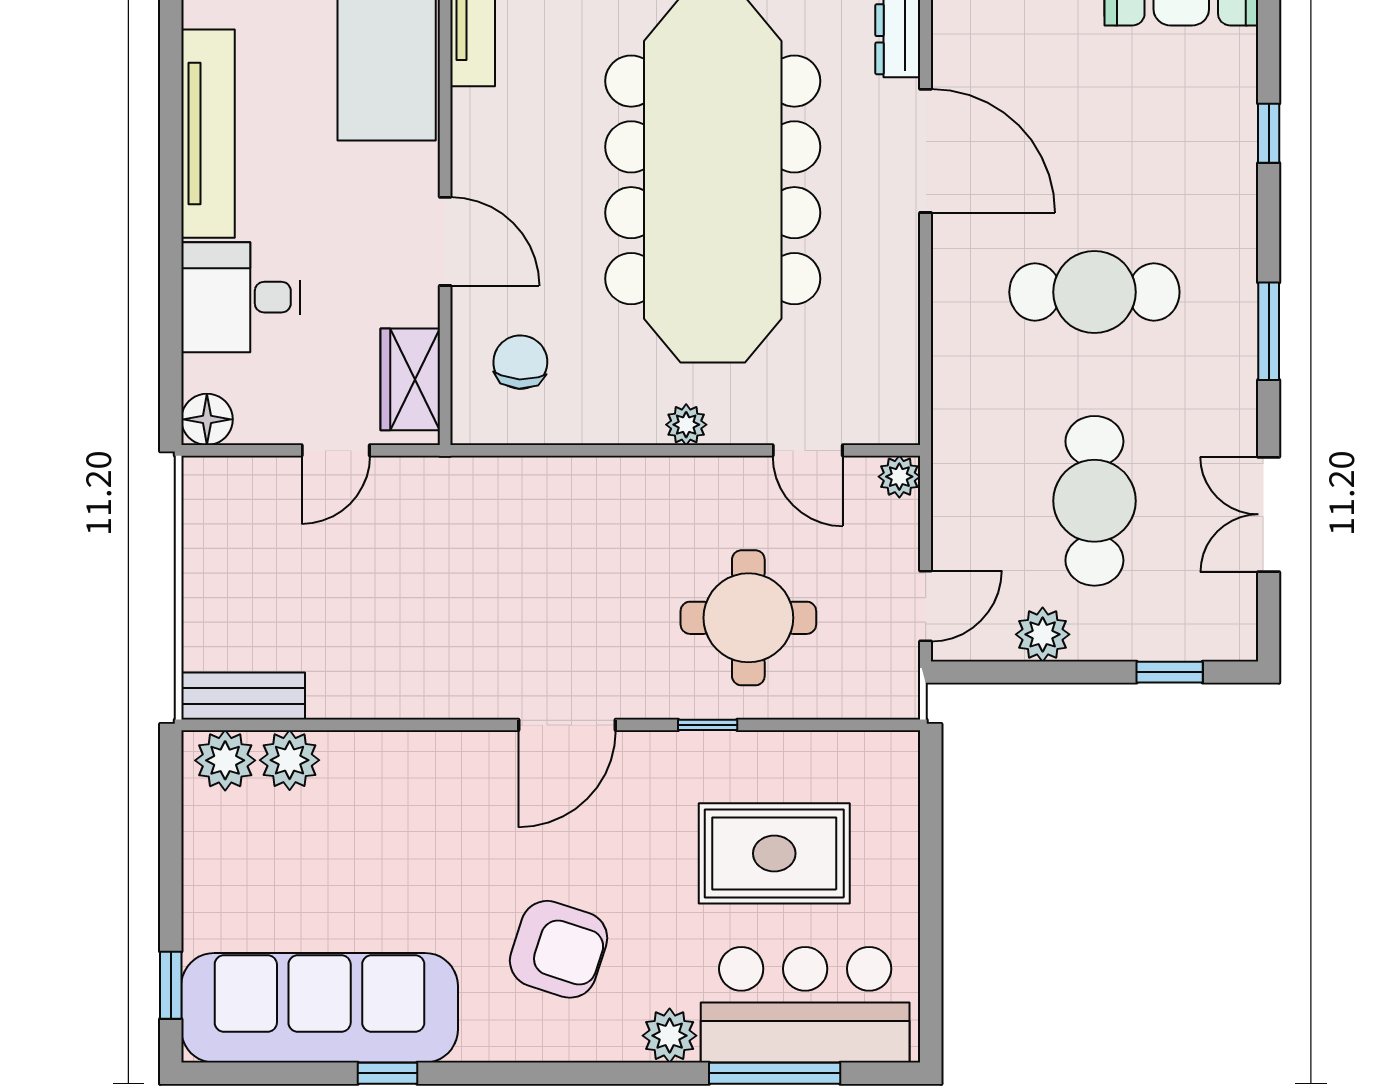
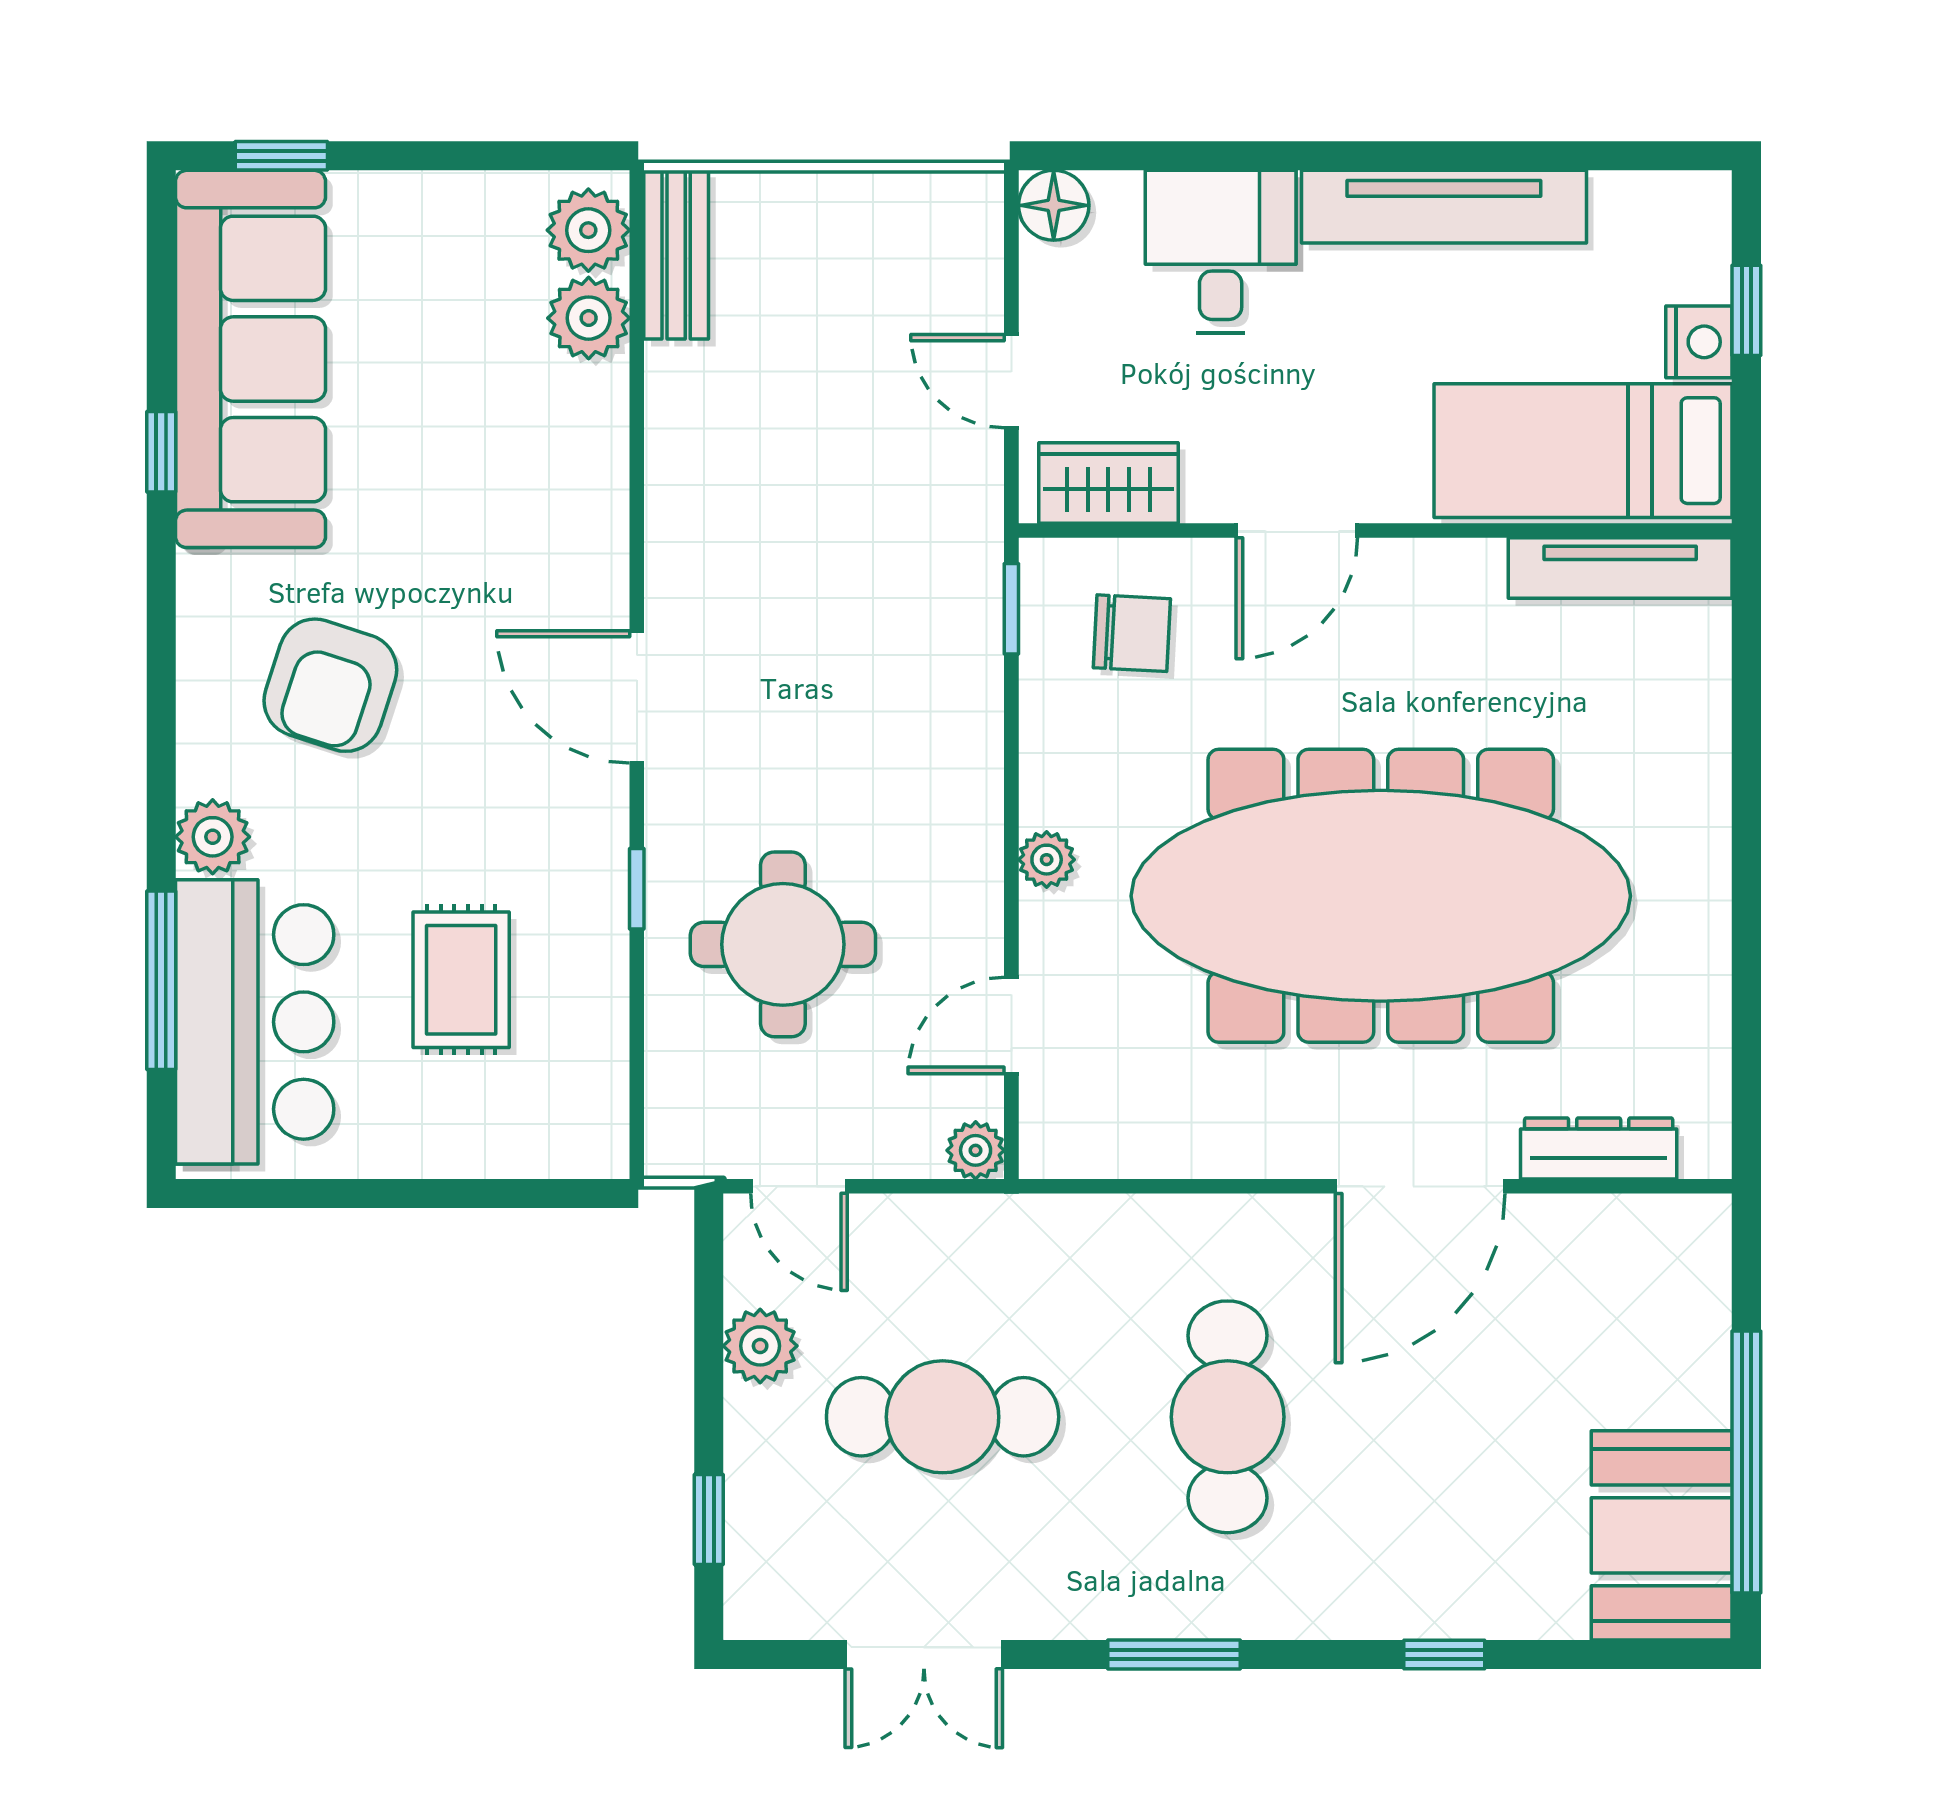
window: (503, 450) -> (1011, 609), added
double door: (1269, 514) -> (924, 1655), swing flipped
rug: (774, 853) -> (461, 980), width x0.73, depth x0.70

